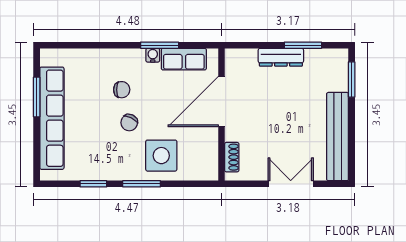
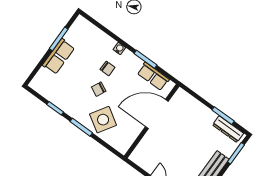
water cooler: (153, 55) -> (119, 49), moved
dresser: (281, 57) -> (228, 129), moved
row of seats: (52, 118) -> (59, 56), width x0.50
side table: (161, 156) -> (103, 120), turned 32
shoe rack: (232, 157) -> (141, 148), removed

